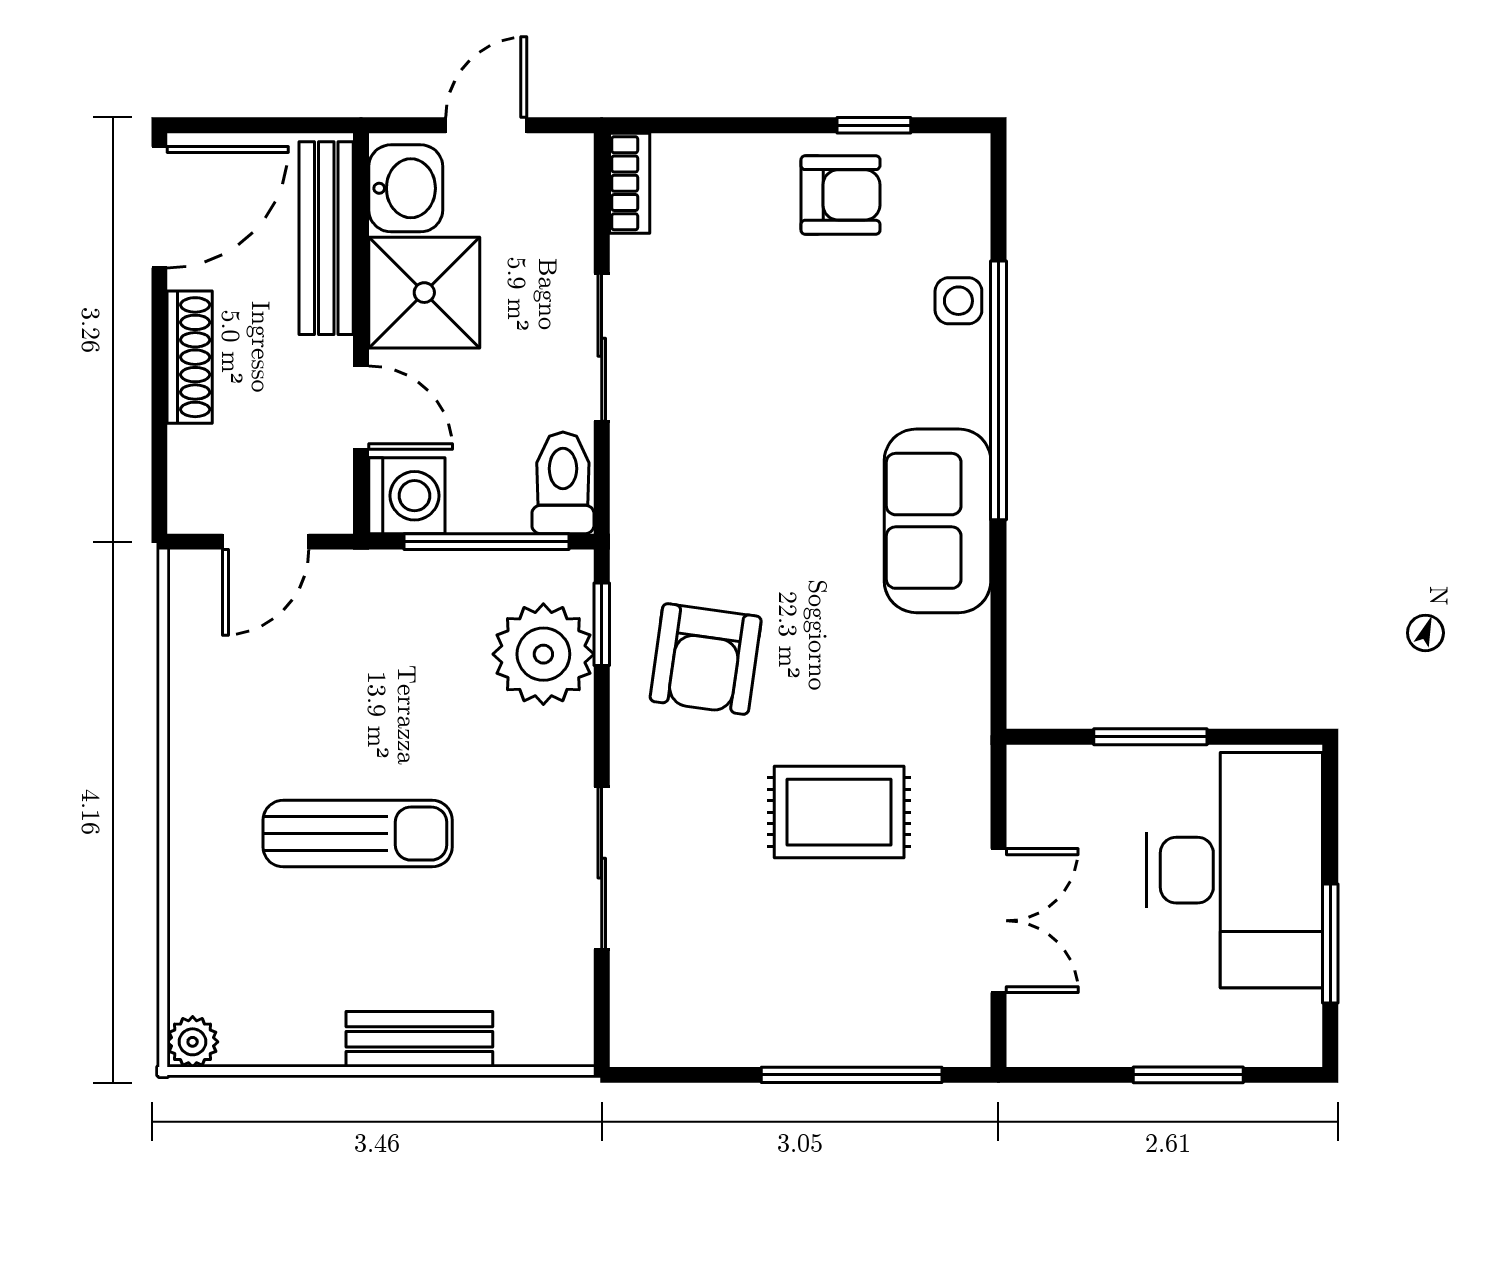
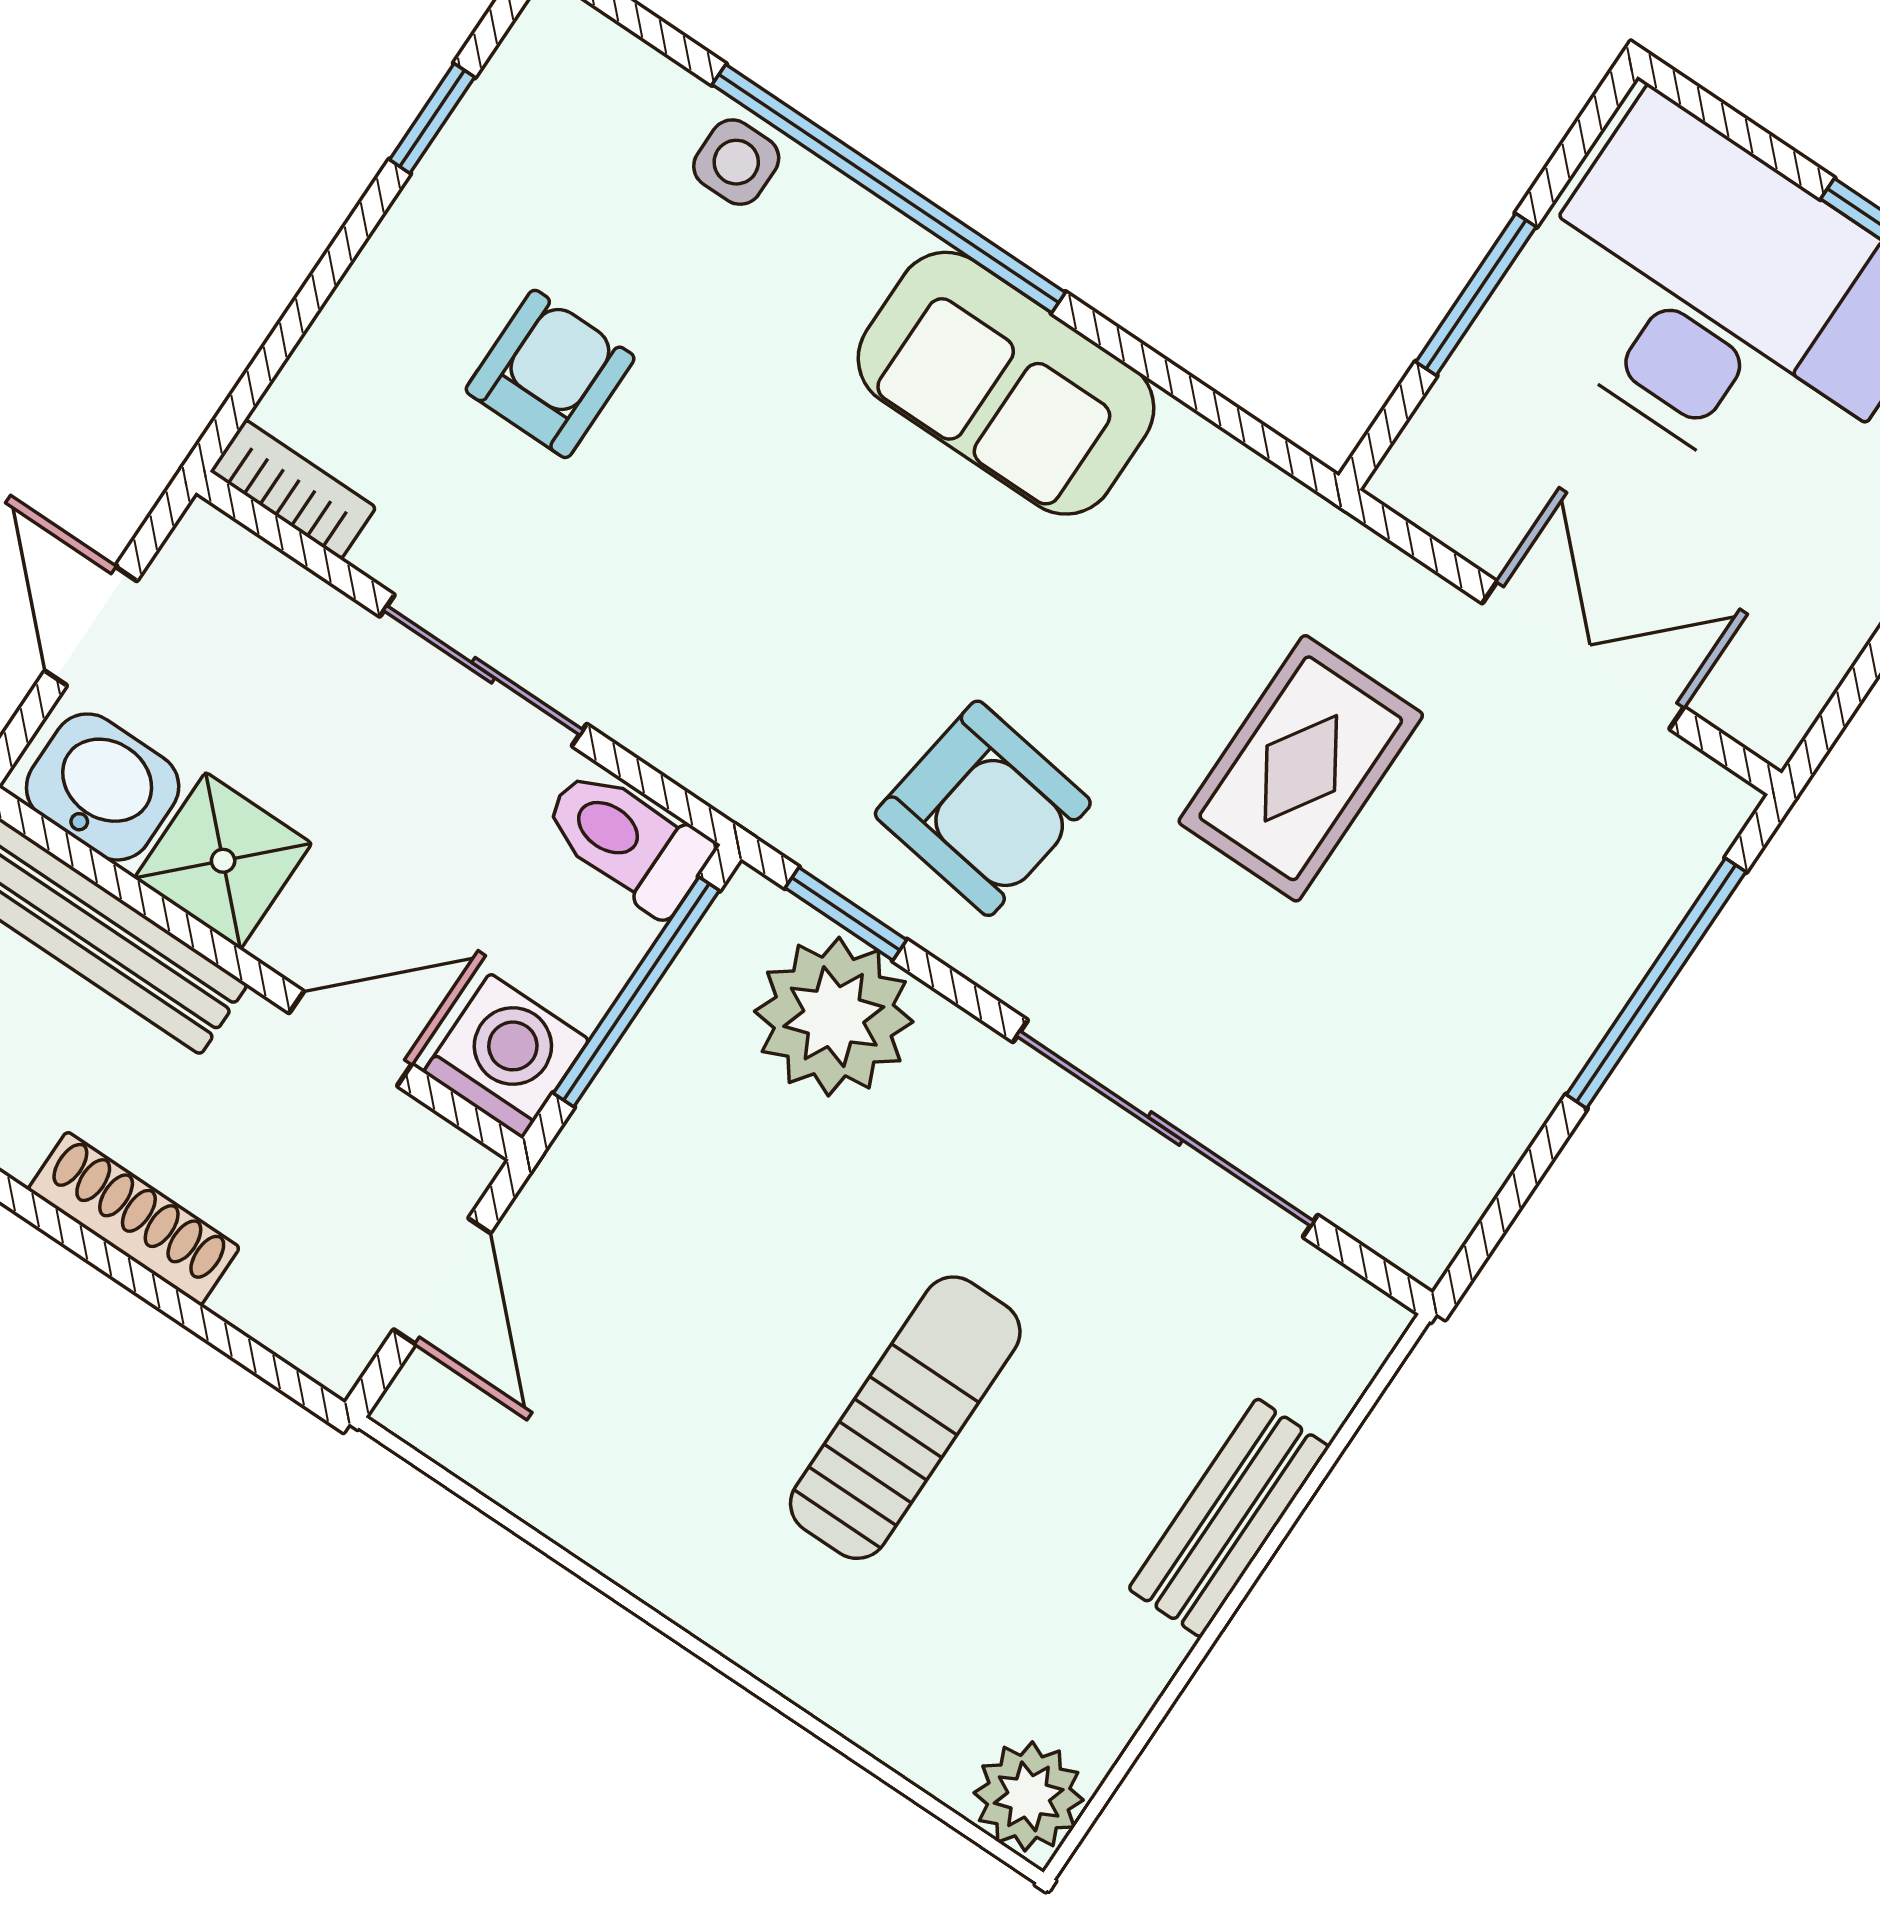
armchair: (840, 195) -> (550, 374), moved
shower: (424, 293) -> (223, 861), width x0.73, depth x0.73
sliding door: (602, 868) -> (1165, 1129), width x1.37
plant: (193, 1042) -> (1029, 1796), width x1.38, depth x1.38

